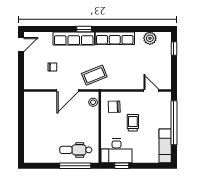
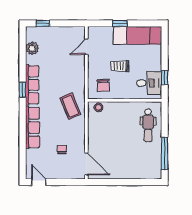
window: (84, 29) -> (23, 90), moved
door: (68, 91) -> (86, 164), moved
window: (174, 123) -> (120, 23), width x0.32
exam couch: (165, 146) -> (137, 35), width x1.36, depth x1.45
desk: (117, 151) -> (149, 83), width x0.73
window: (75, 166) -> (165, 153), moved

